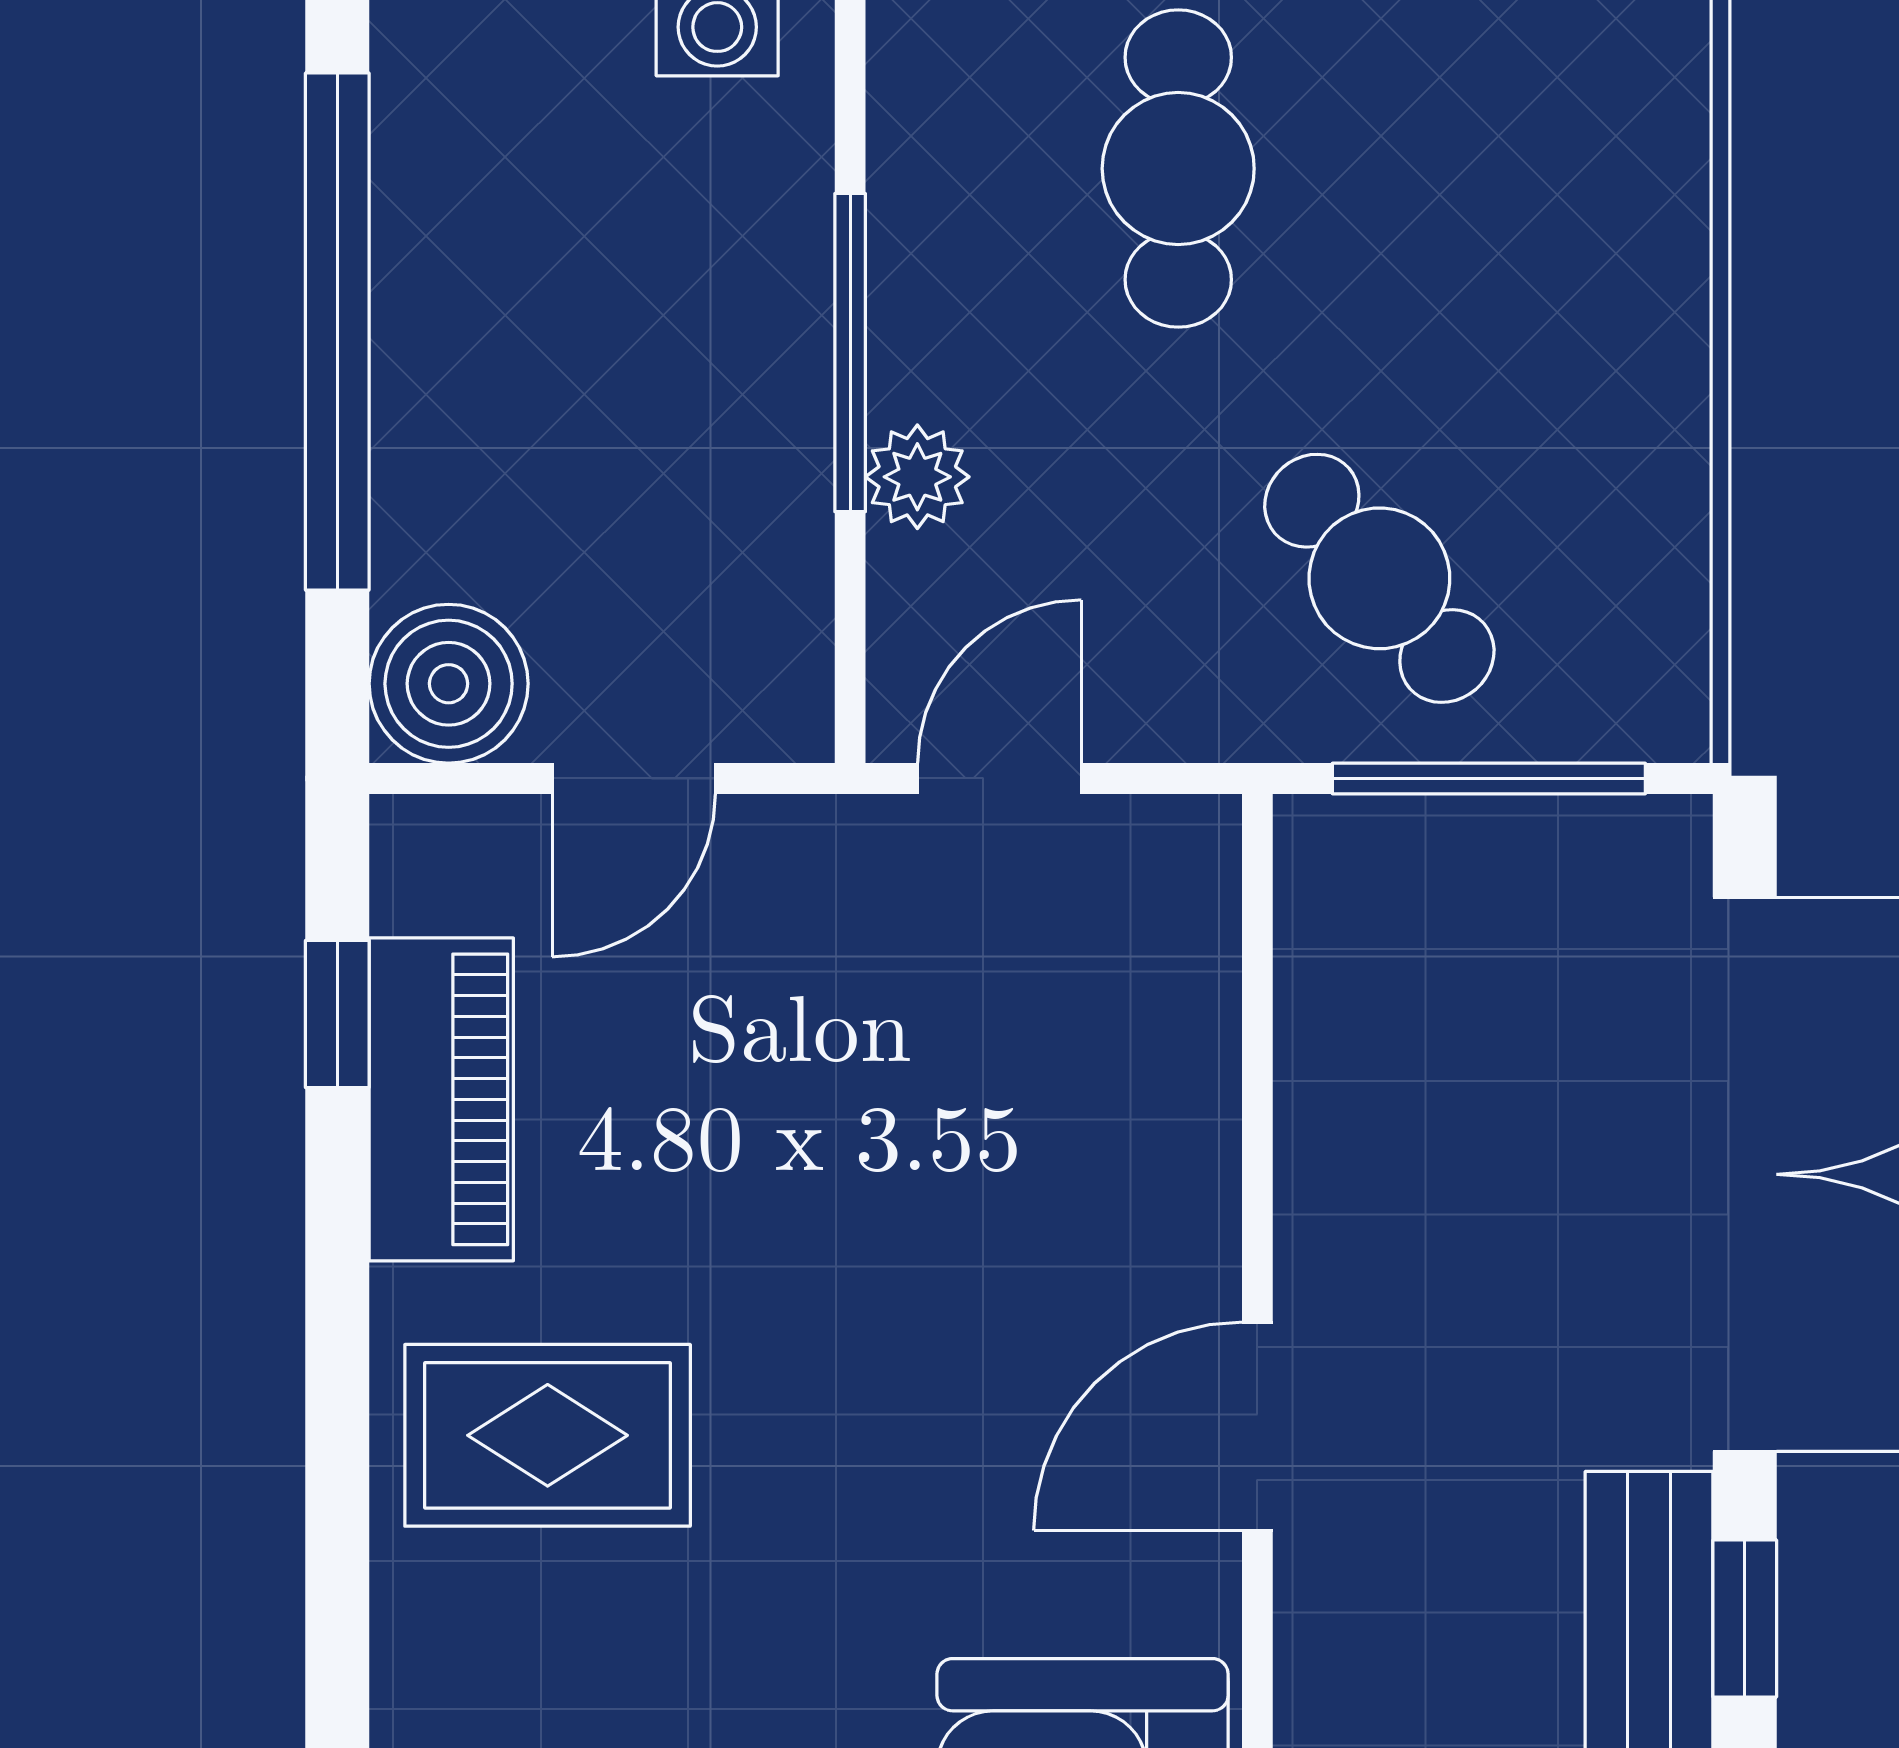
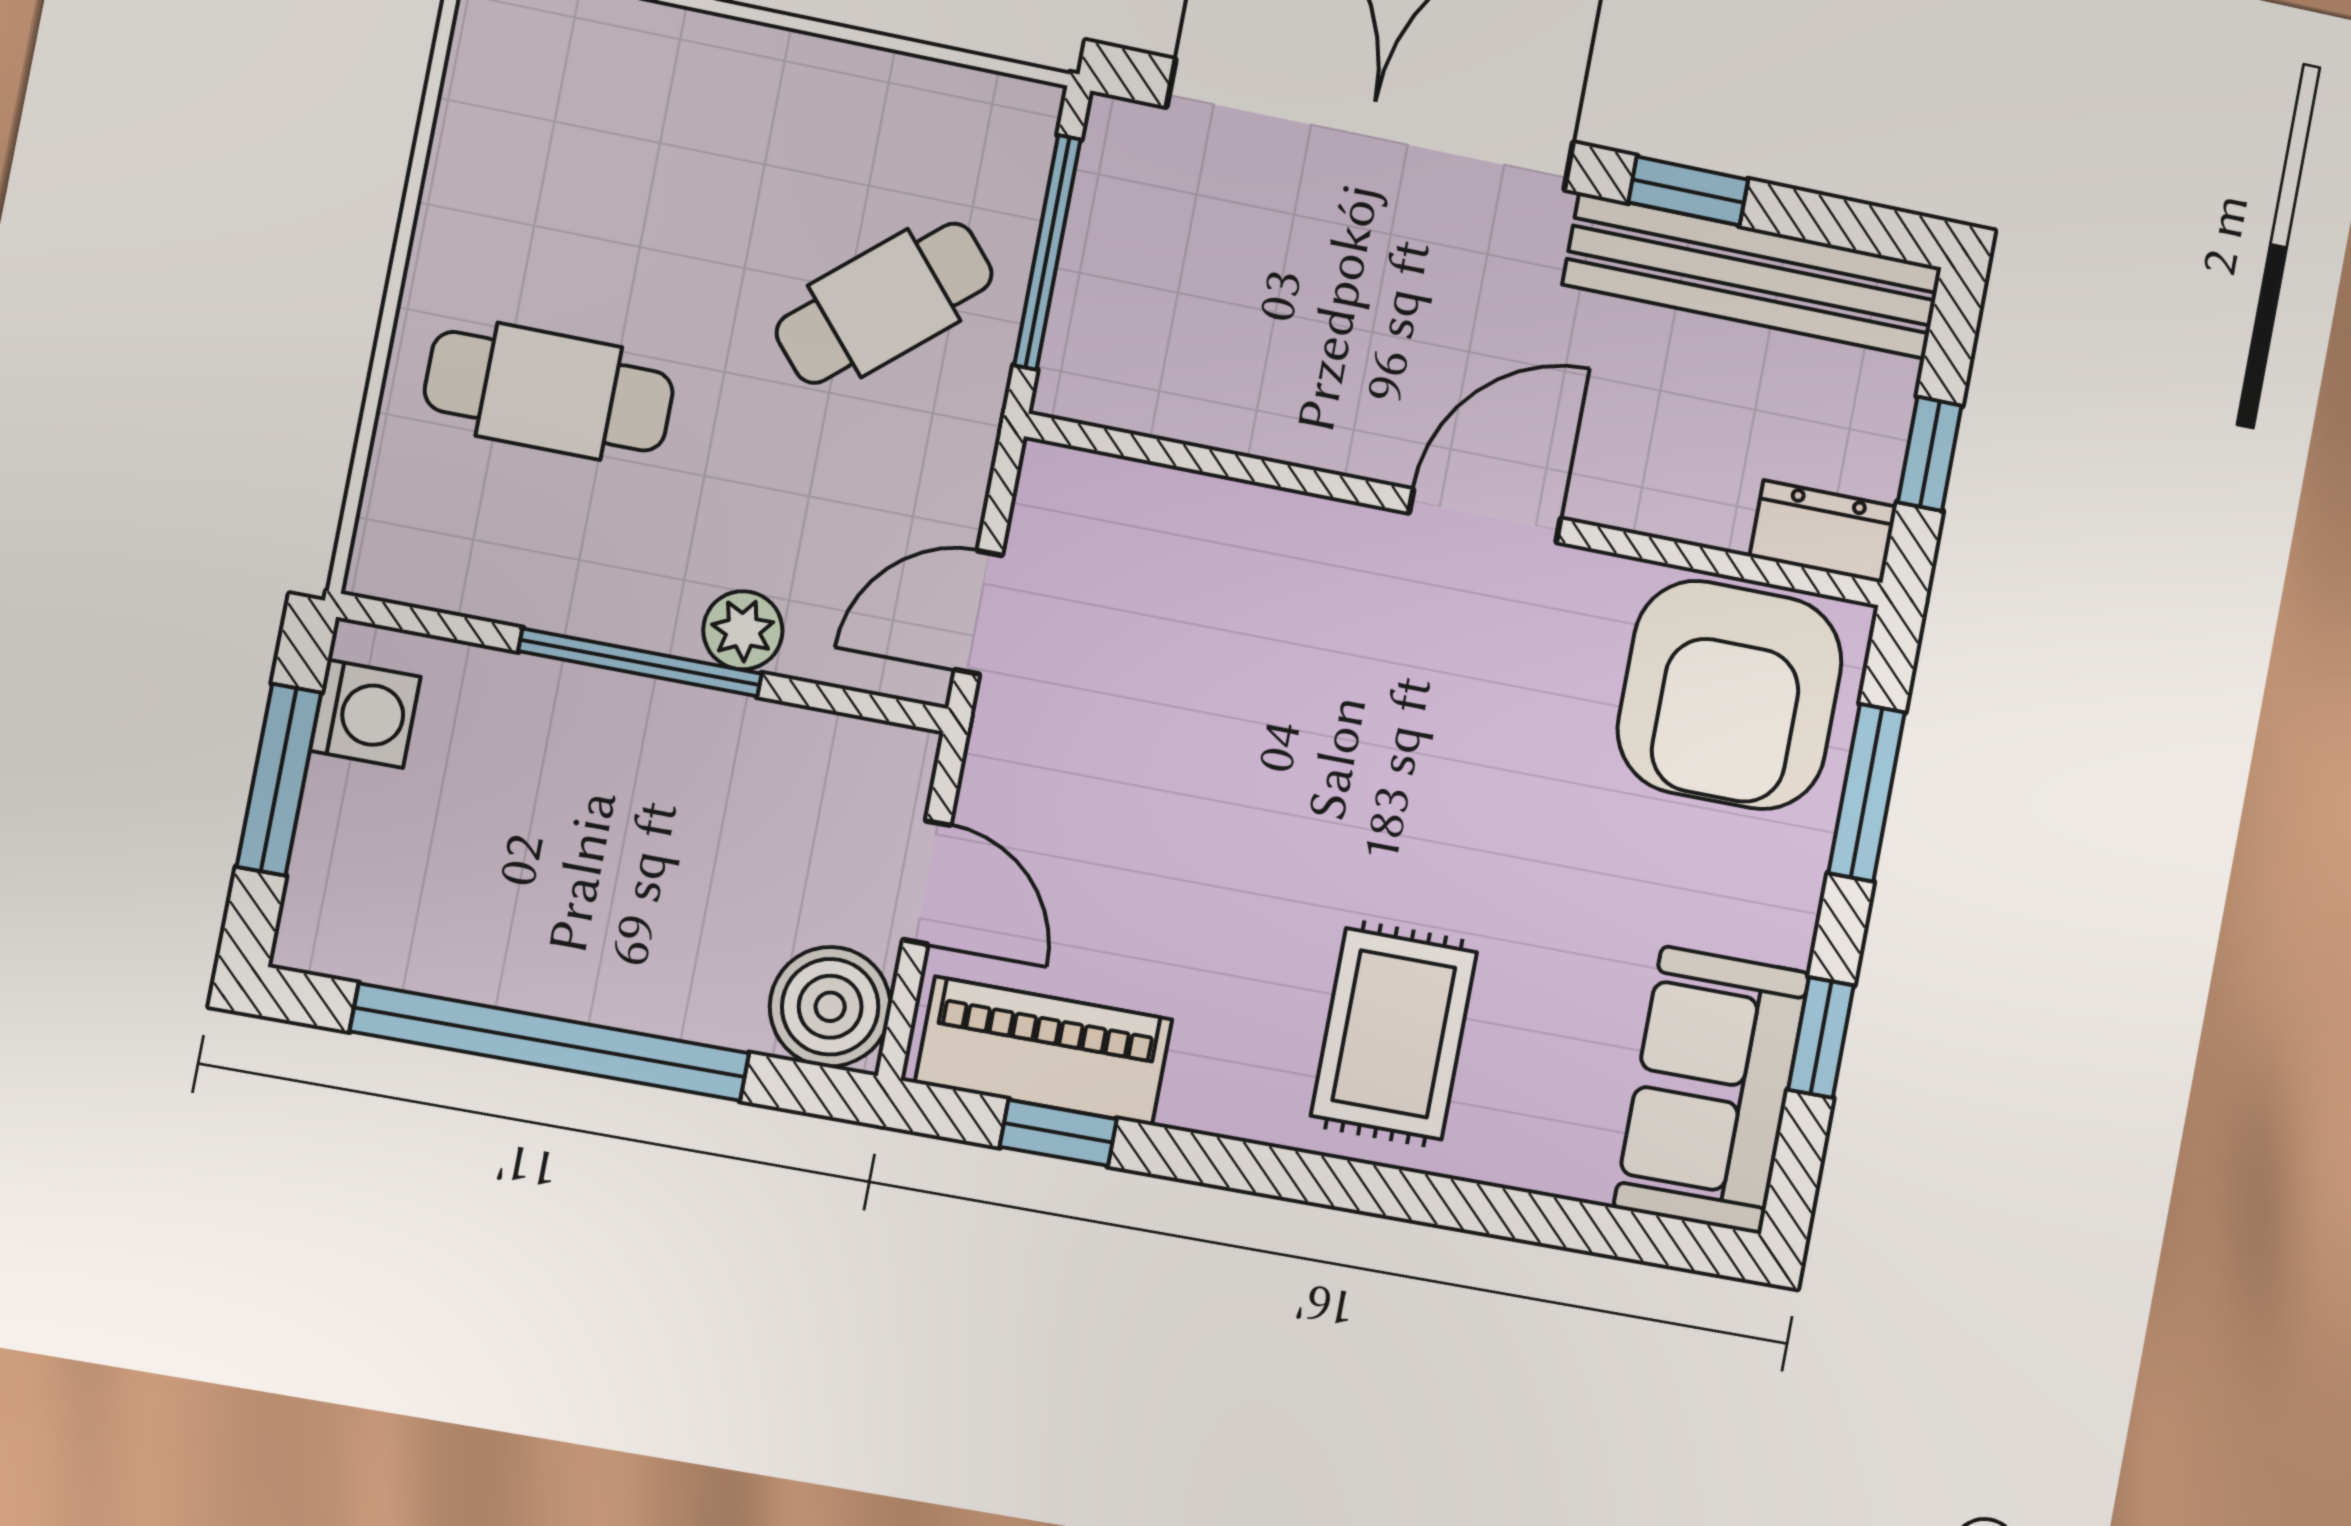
door: (999, 778) -> (978, 612), hinge flipped
piano: (441, 1099) -> (1044, 1051), moved
door: (1257, 1426) -> (1485, 516), swing flipped

